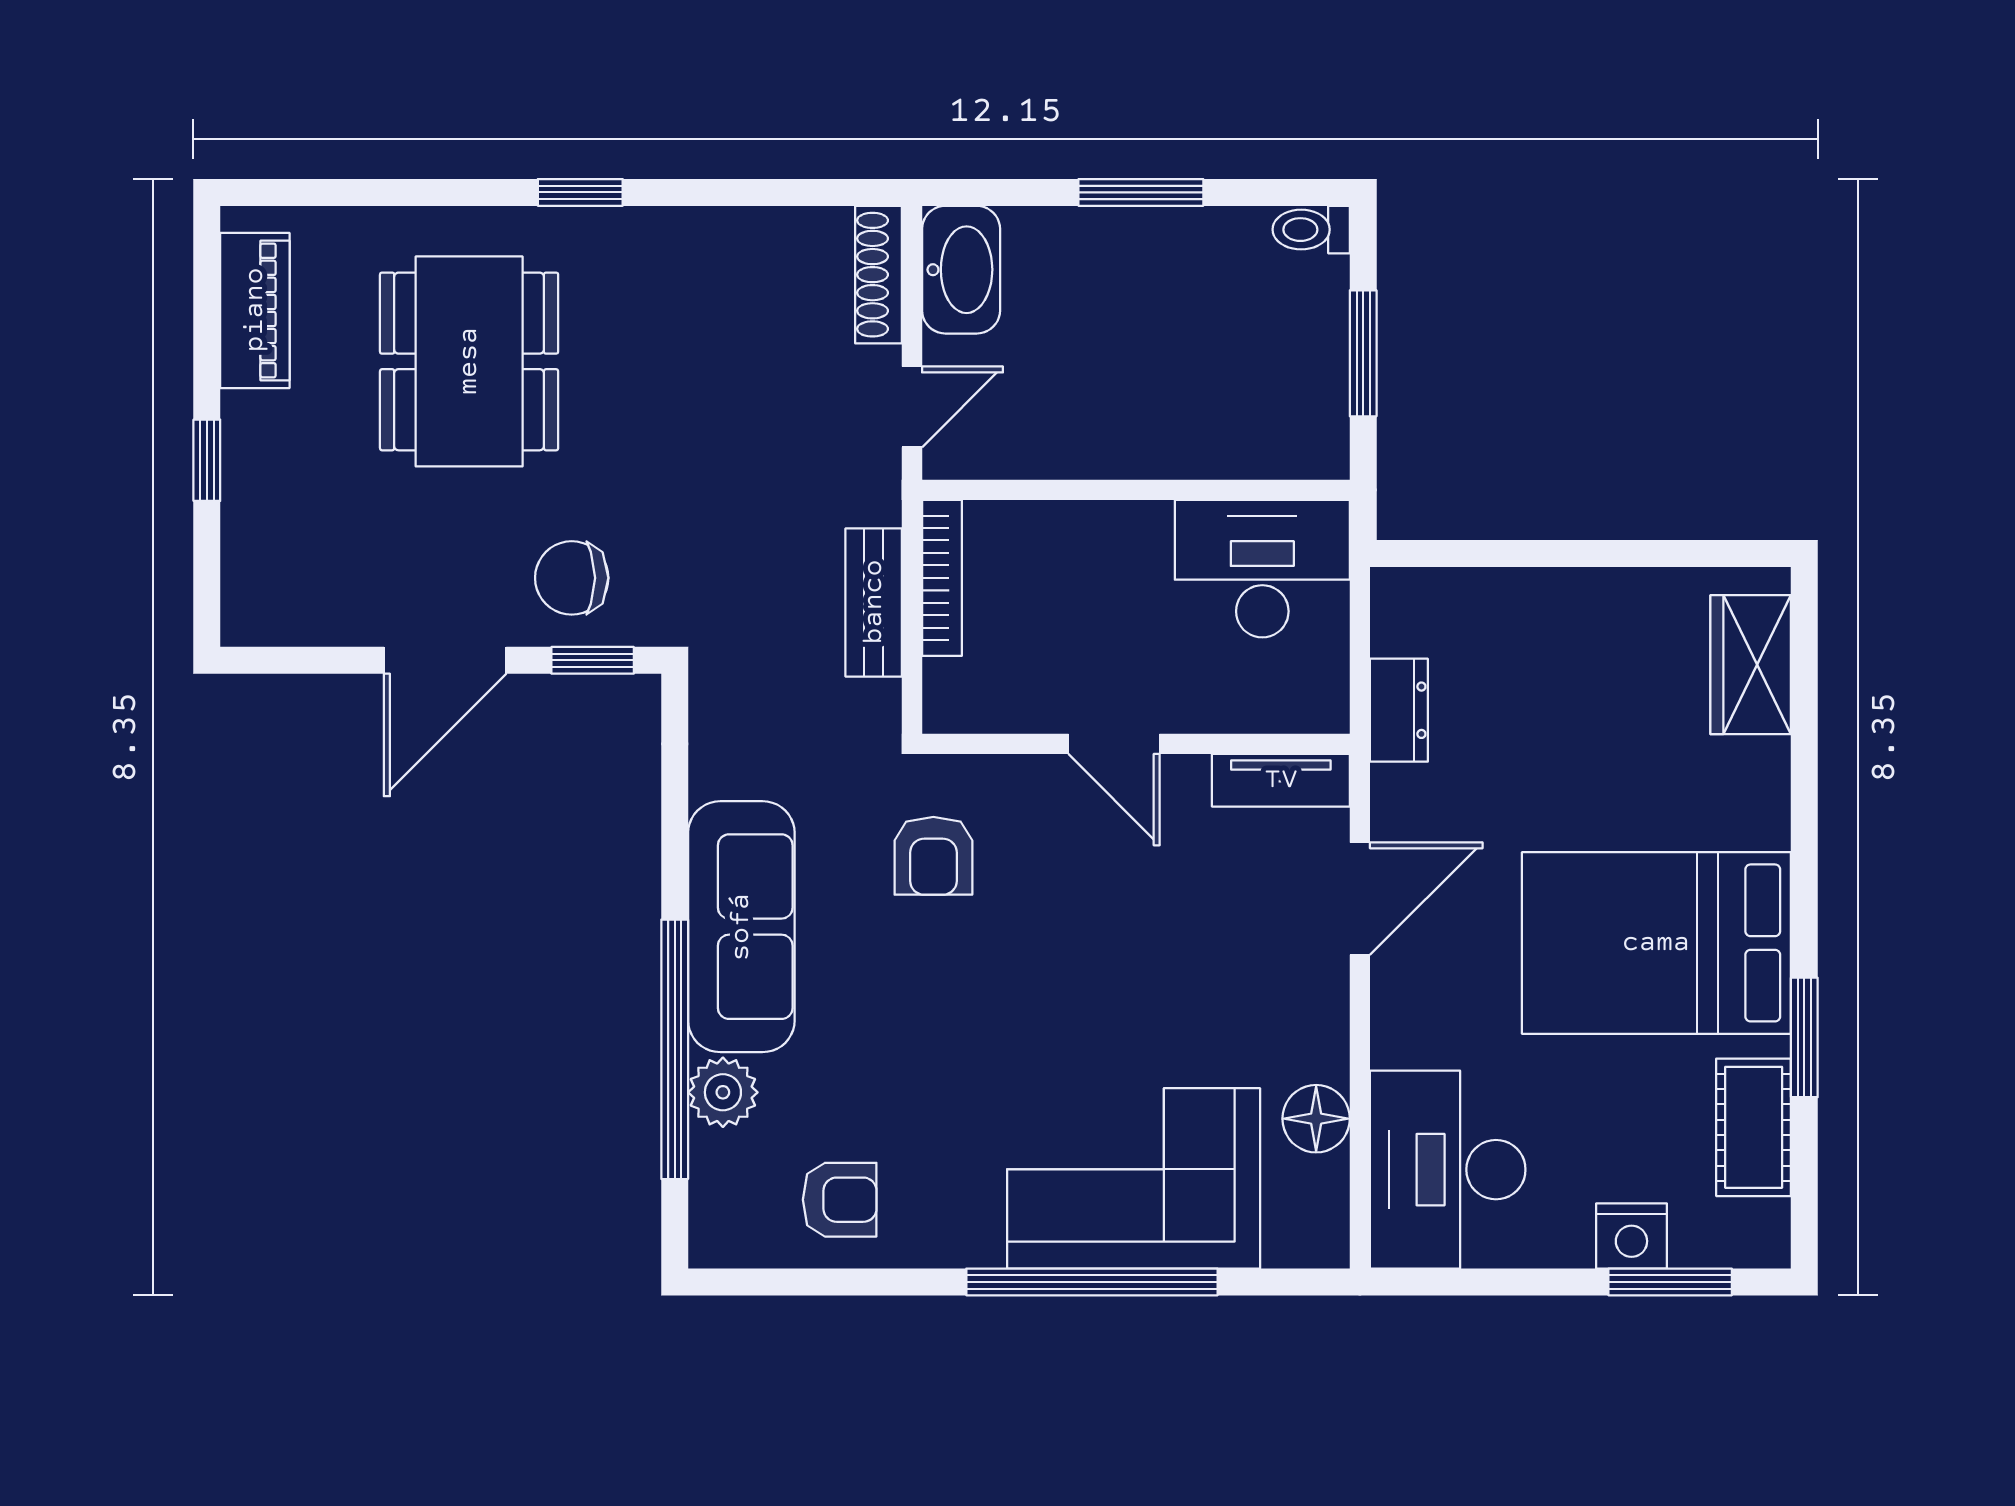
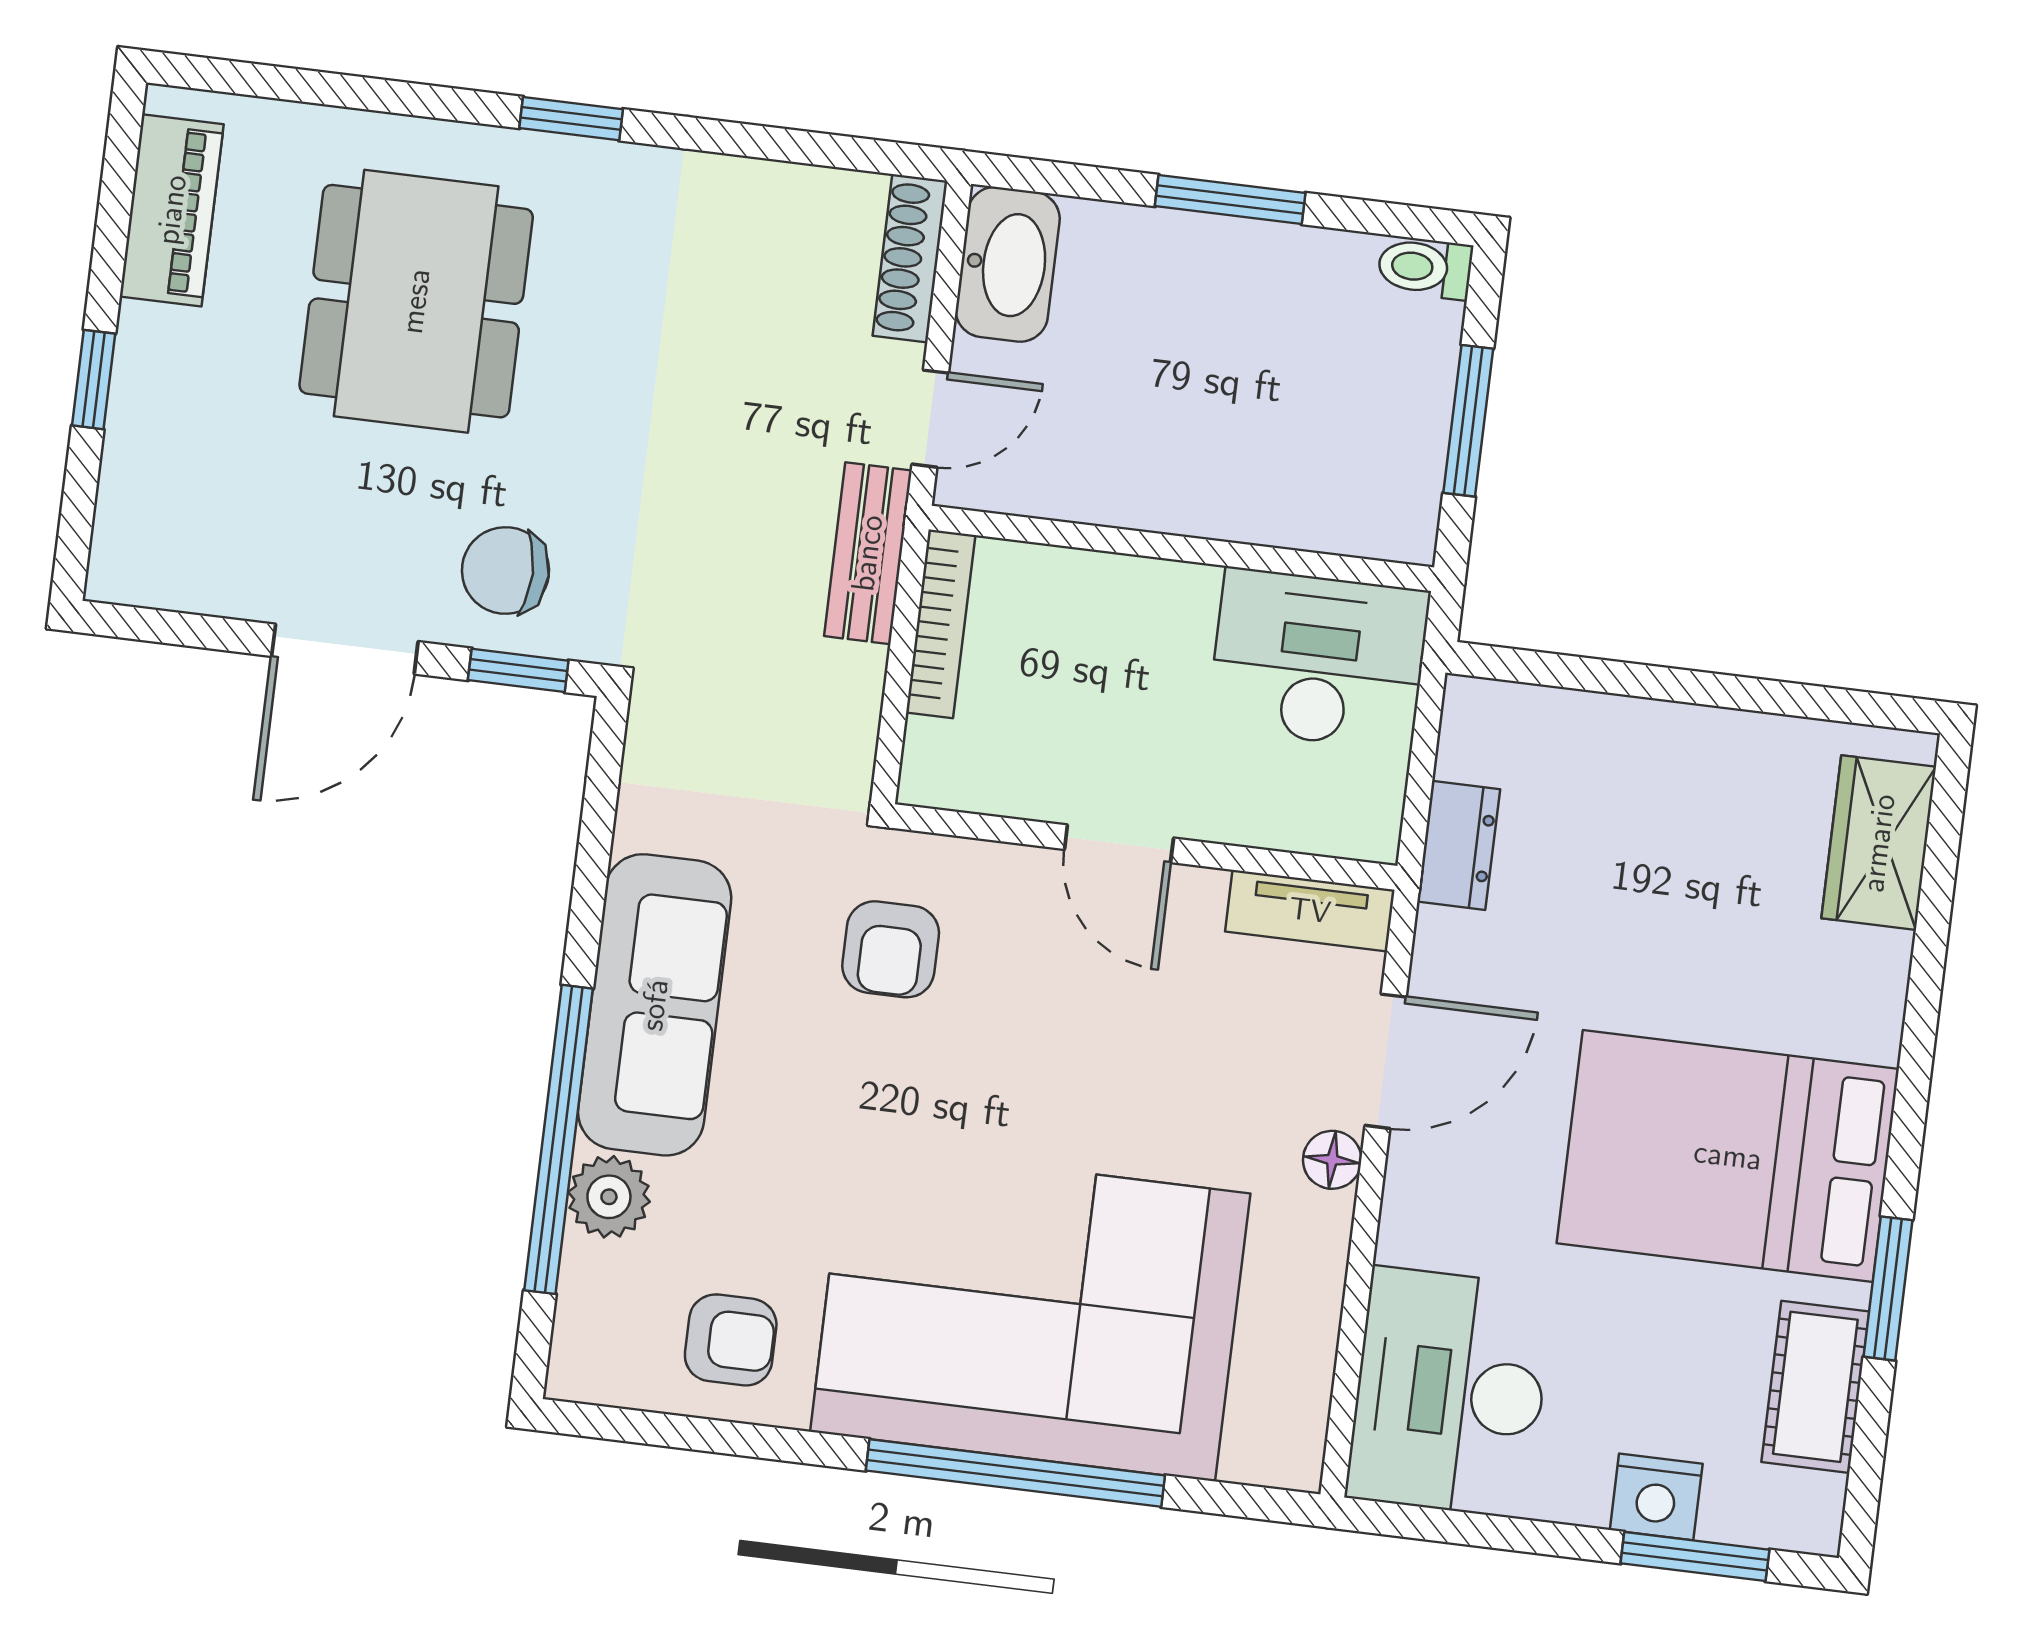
bench: (874, 602) -> (868, 553), moved
floor lamp: (1316, 1119) -> (1332, 1160), moved, width x0.73, depth x0.73
corner sofa: (1134, 1178) -> (1030, 1313), width x1.36, depth x1.36

